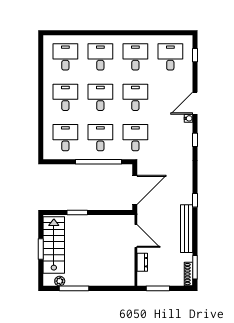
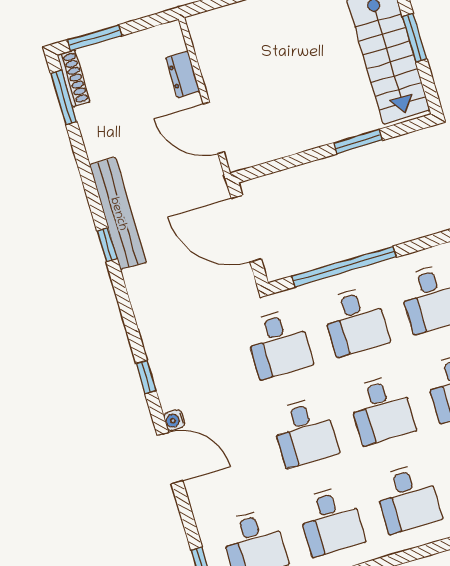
door: (195, 103) -> (170, 458), hinge flipped
door: (135, 190) -> (246, 229), hinge flipped
bench: (187, 229) -> (118, 214), moved
window: (158, 288) -> (95, 38), moved

